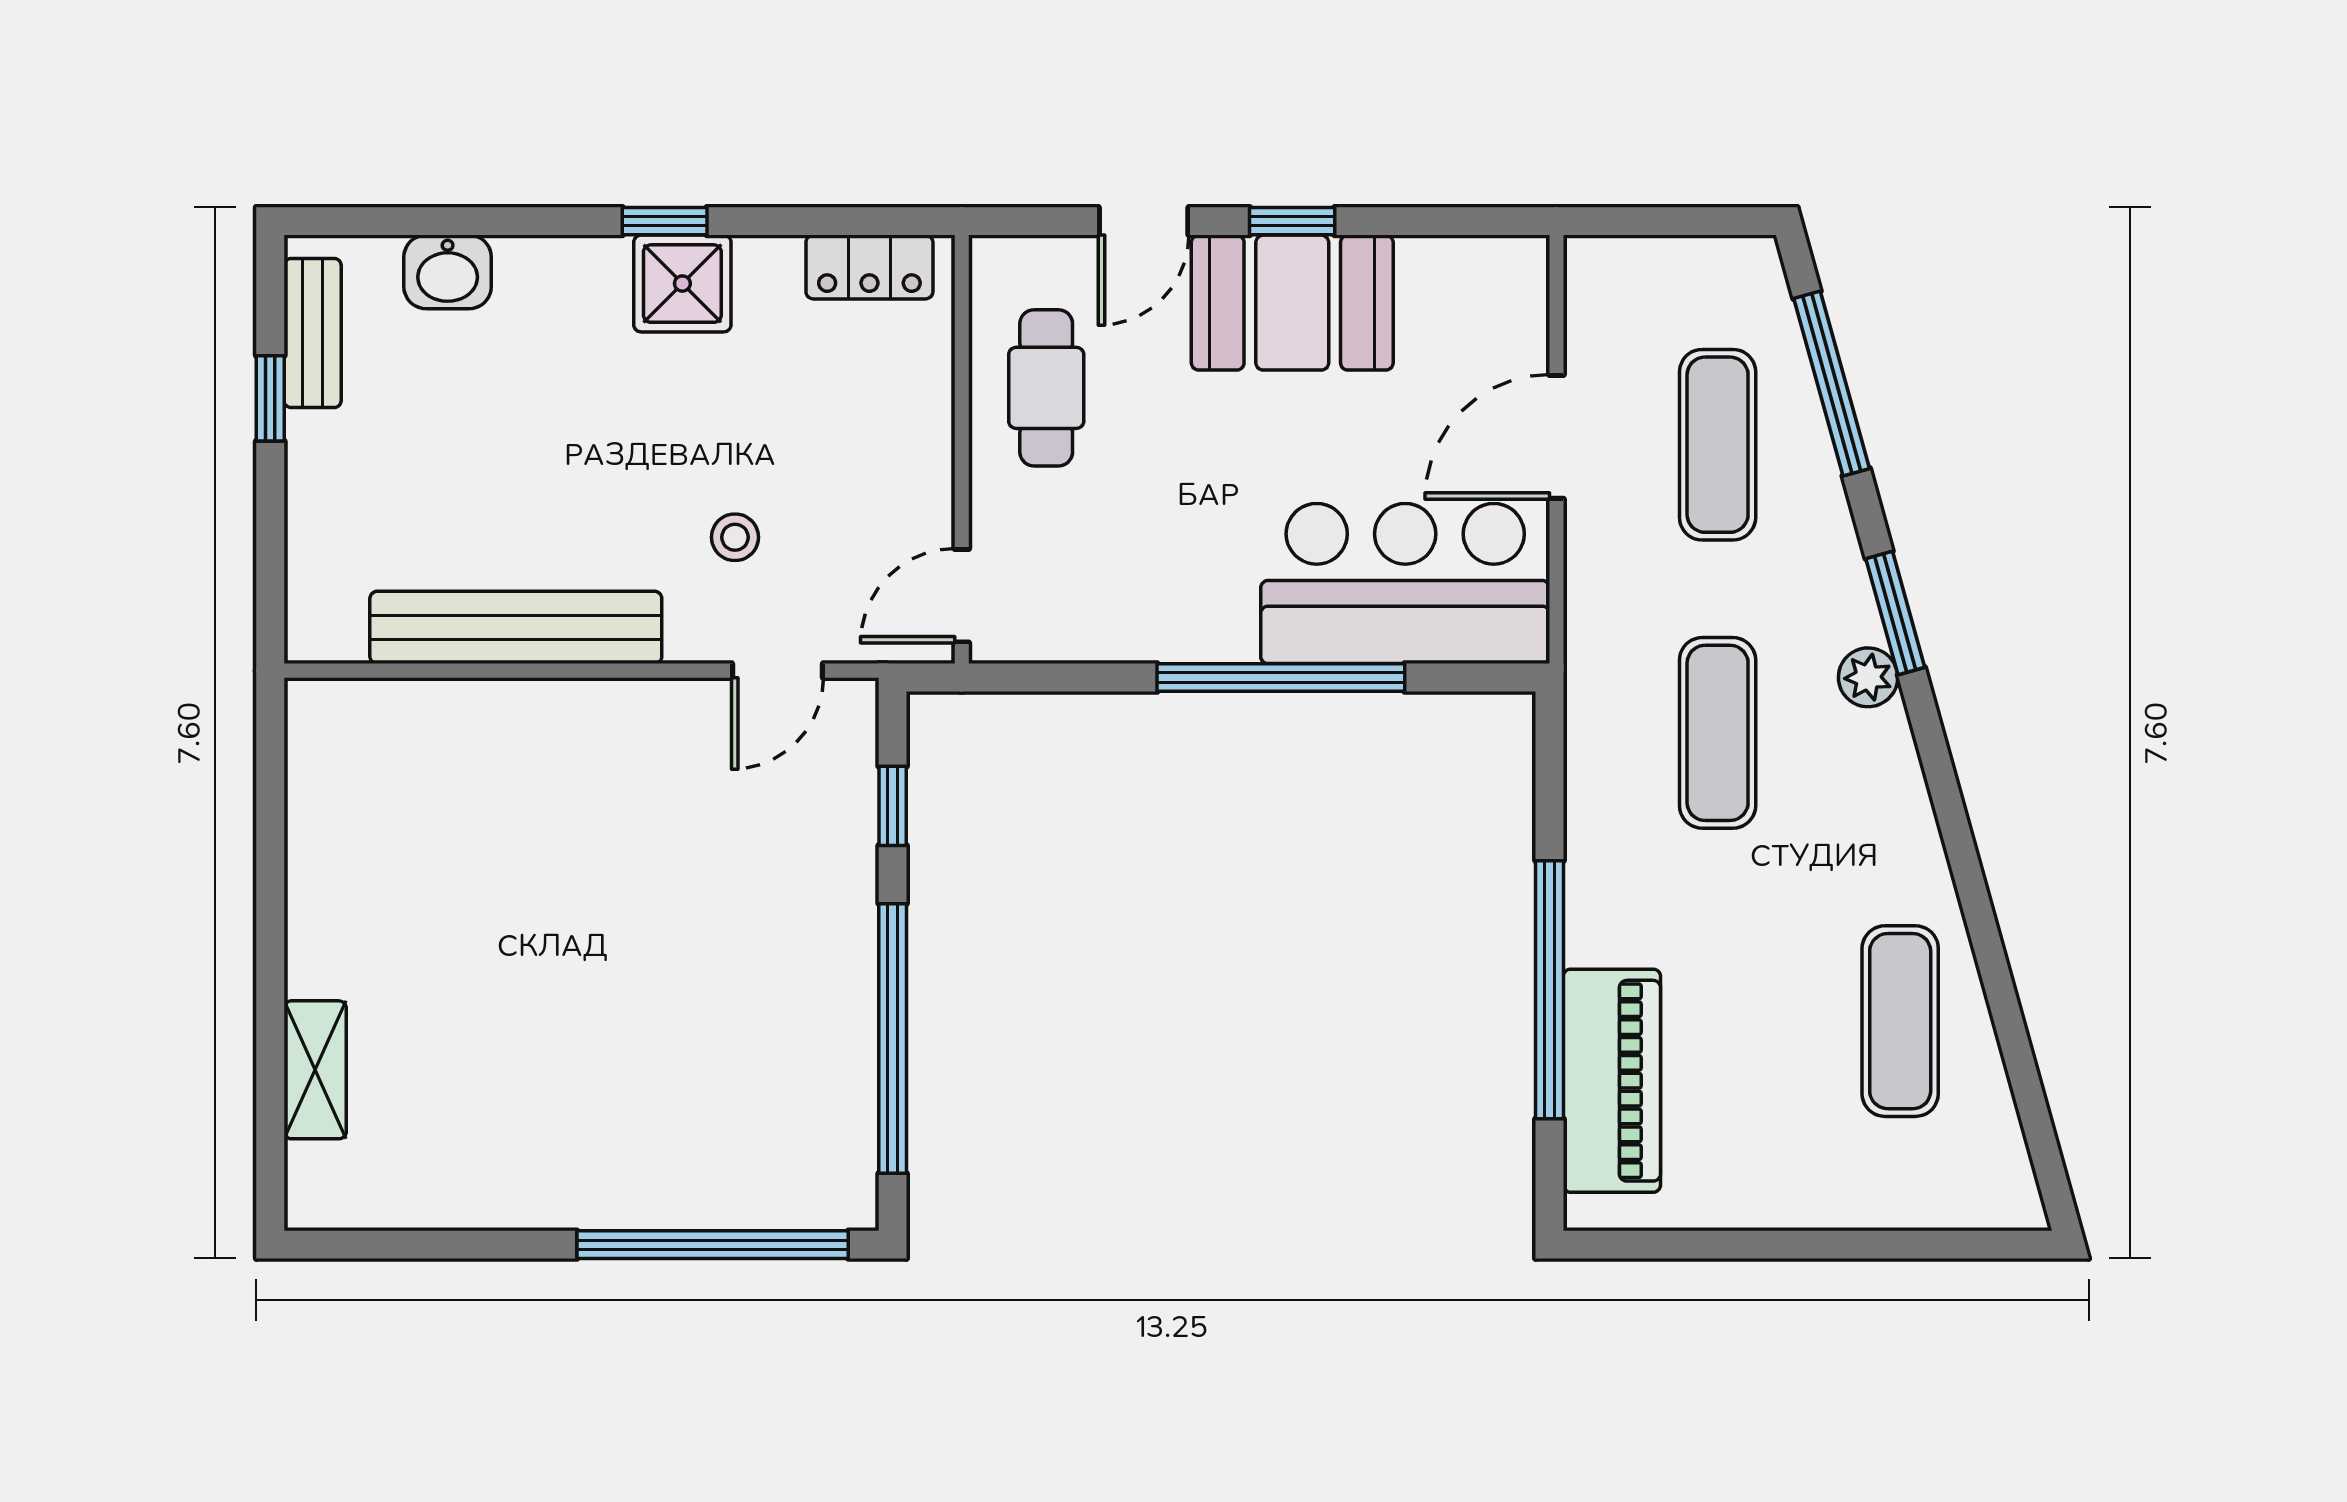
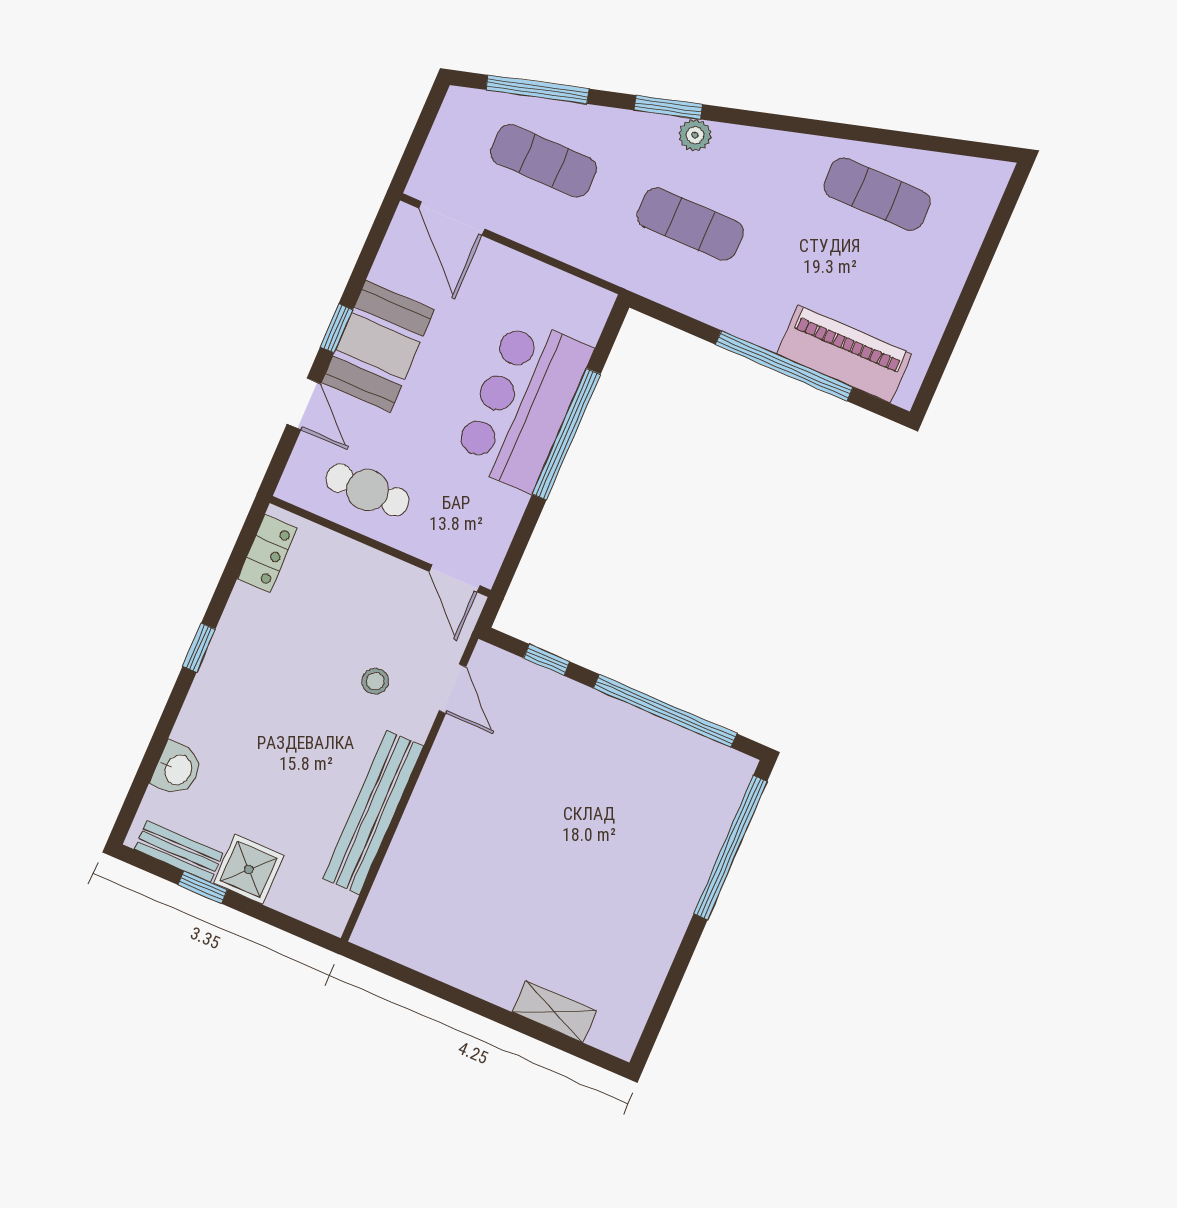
shower: (682, 284) -> (249, 869), moved
door: (1556, 437) -> (452, 218), moved
bar counter: (1405, 584) -> (523, 404), moved

